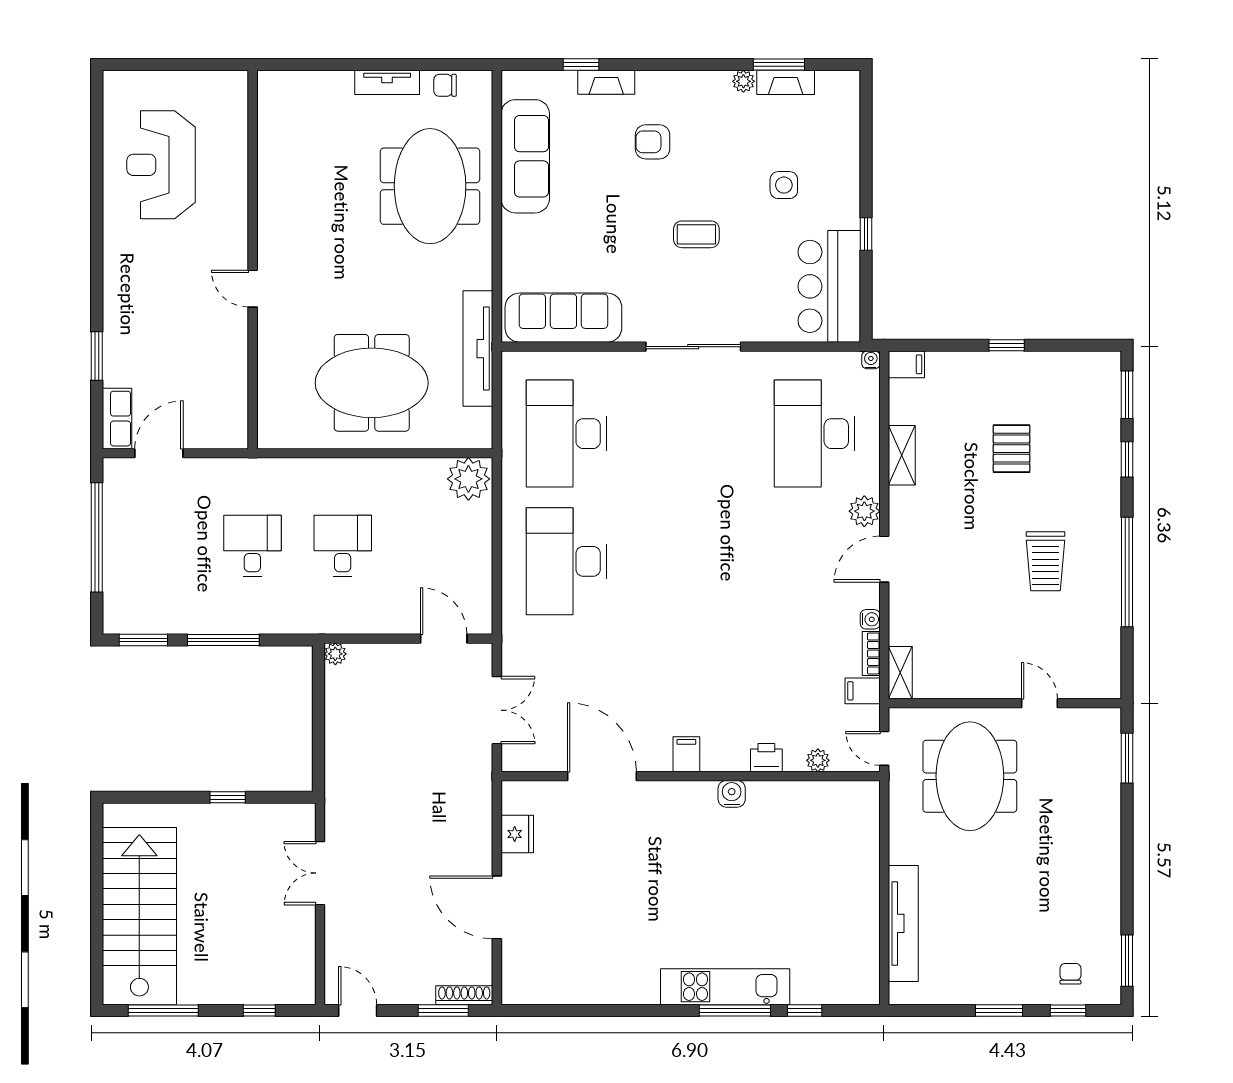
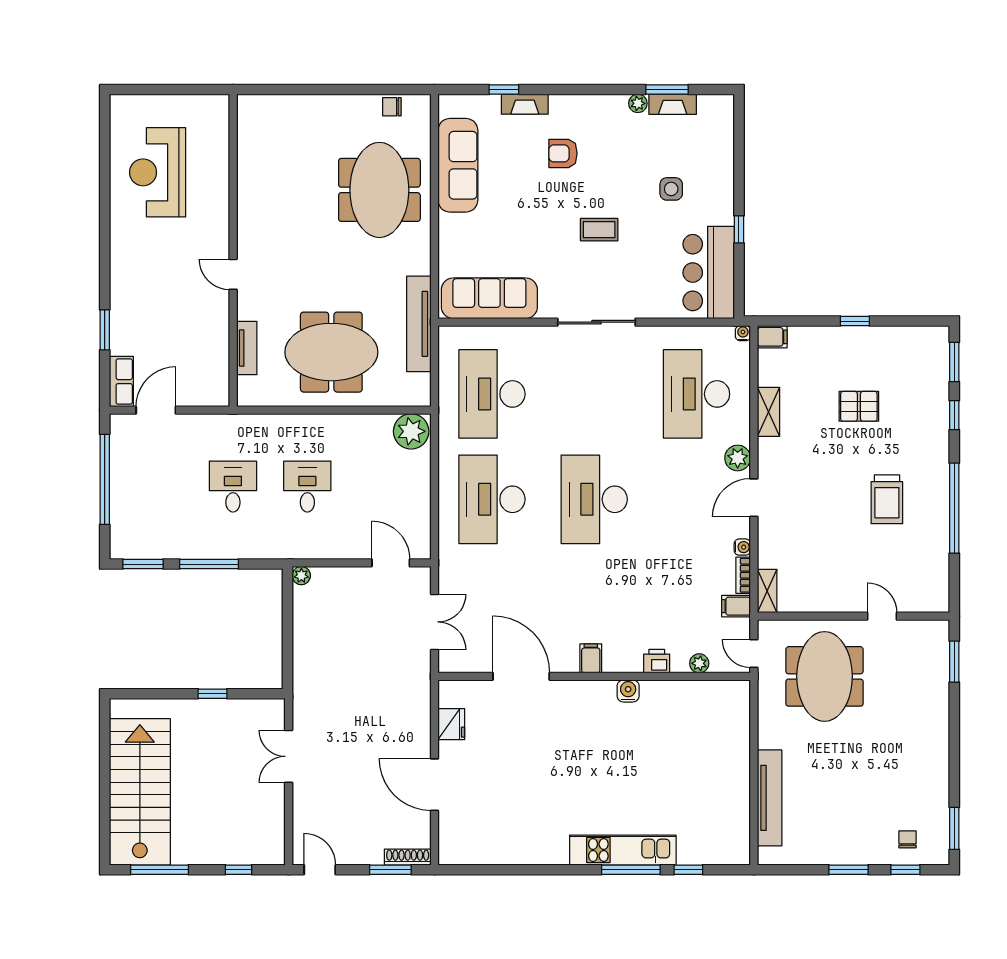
tv unit: (387, 82) -> (247, 348), moved, turned -90
pallet: (1011, 449) -> (859, 406), turned 90
desk: (691, 561) -> (594, 499), added

